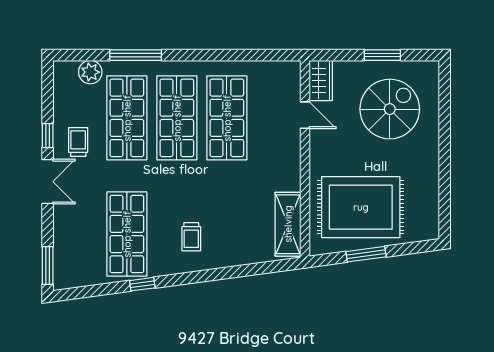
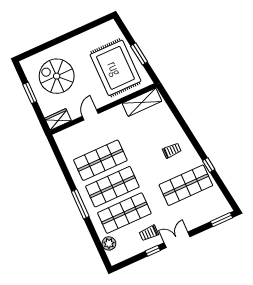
window: (136, 55) -> (80, 204), moved
door: (305, 115) -> (90, 115), moved

